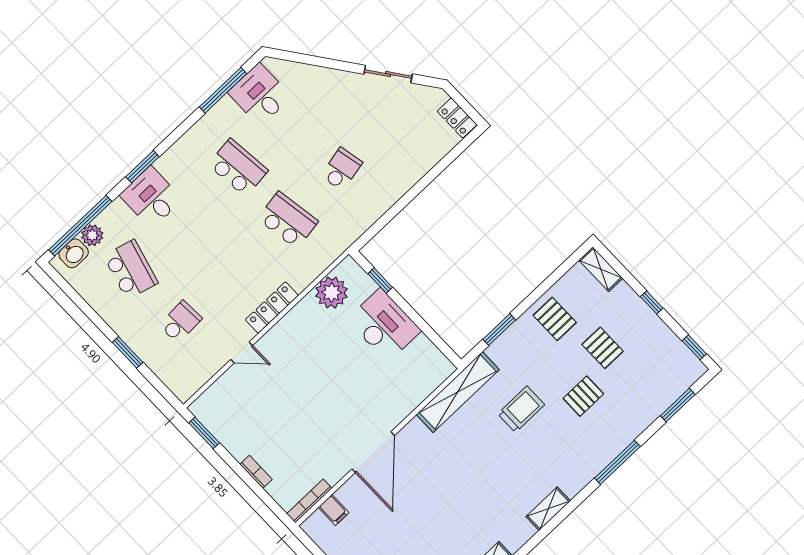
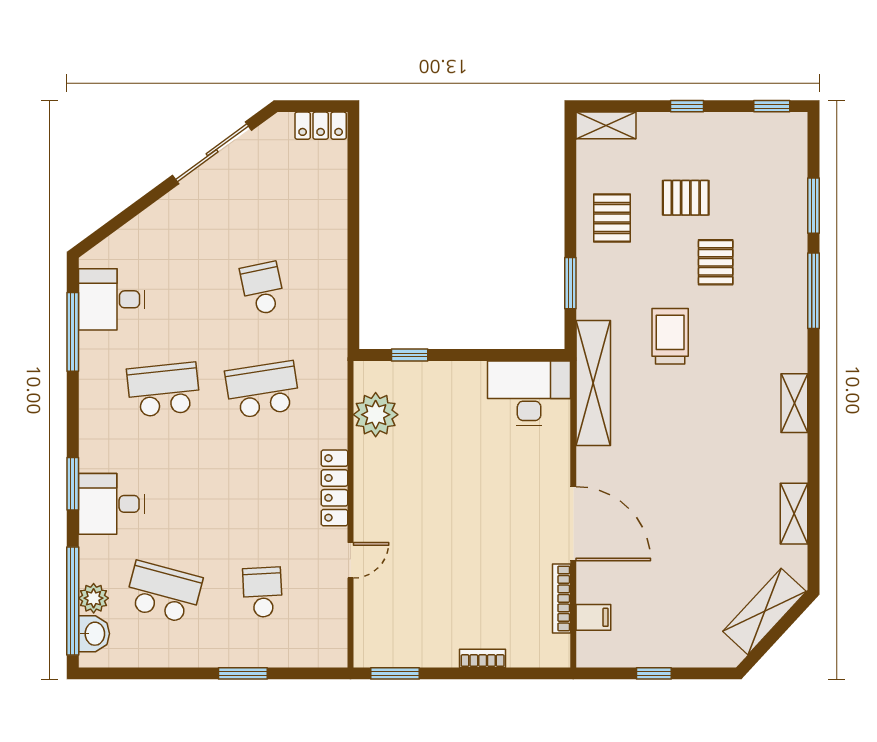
sliding door: (388, 74) -> (212, 153), width x1.37
pallet: (555, 319) -> (612, 218), turned 90
desk: (384, 325) -> (529, 393), moved
window: (678, 405) -> (813, 206), moved
bookcase: (309, 501) -> (562, 598), moved

